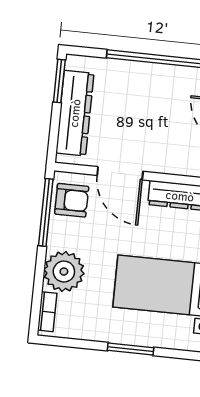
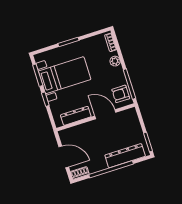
dresser: (75, 113) -> (125, 156), moved, turned 90
plant: (64, 272) -> (115, 61), width x0.53, depth x0.53

